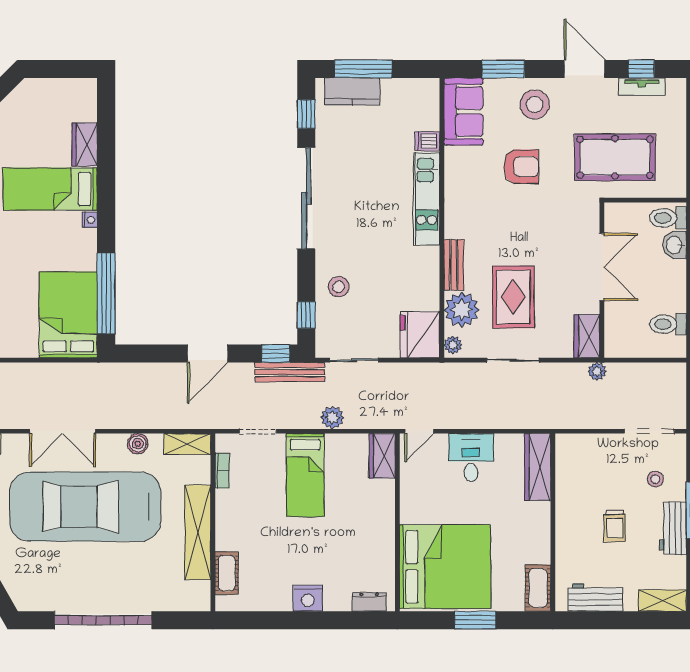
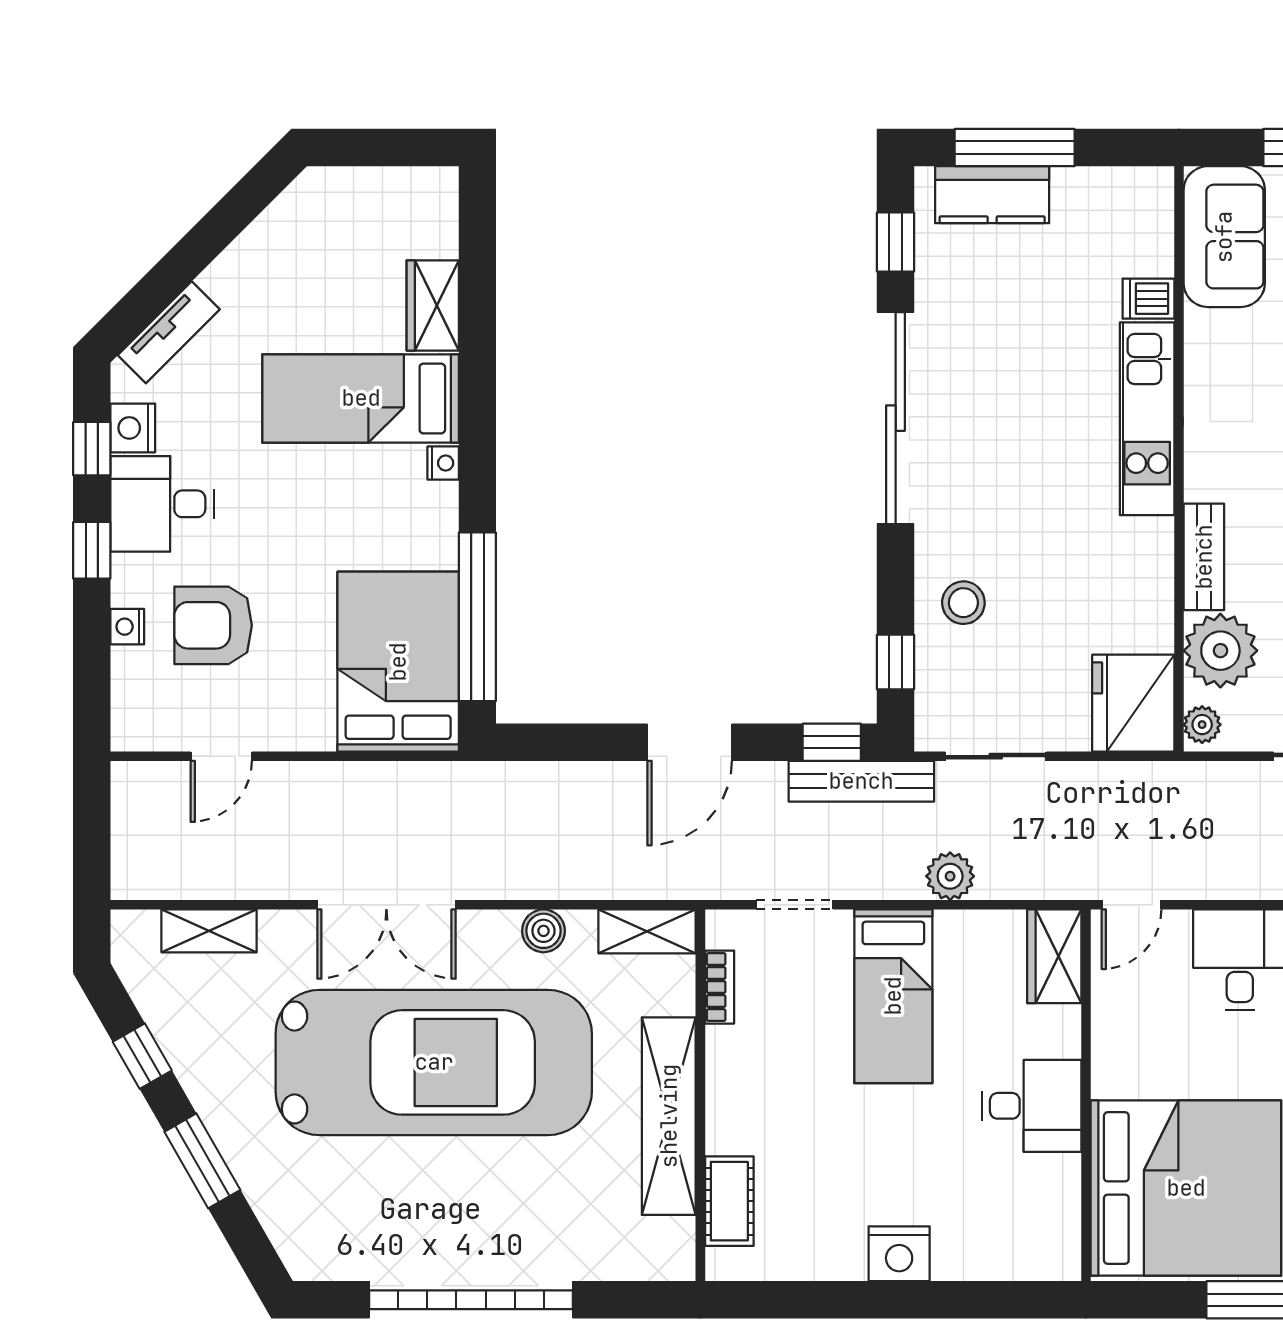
car: (85, 507) -> (434, 1062), turned 180
desk: (371, 527) -> (1032, 1106), added
dresser: (369, 602) -> (1027, 1261), removed

